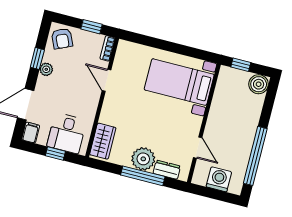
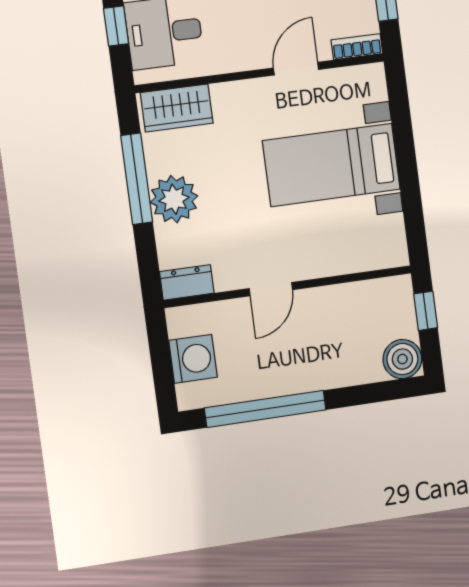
bed with nightstands: (179, 82) -> (332, 165), moved, turned -90
door: (198, 148) -> (271, 289), moved
dresser: (167, 170) -> (187, 282), moved, turned -90
window: (143, 176) -> (137, 179), moved

